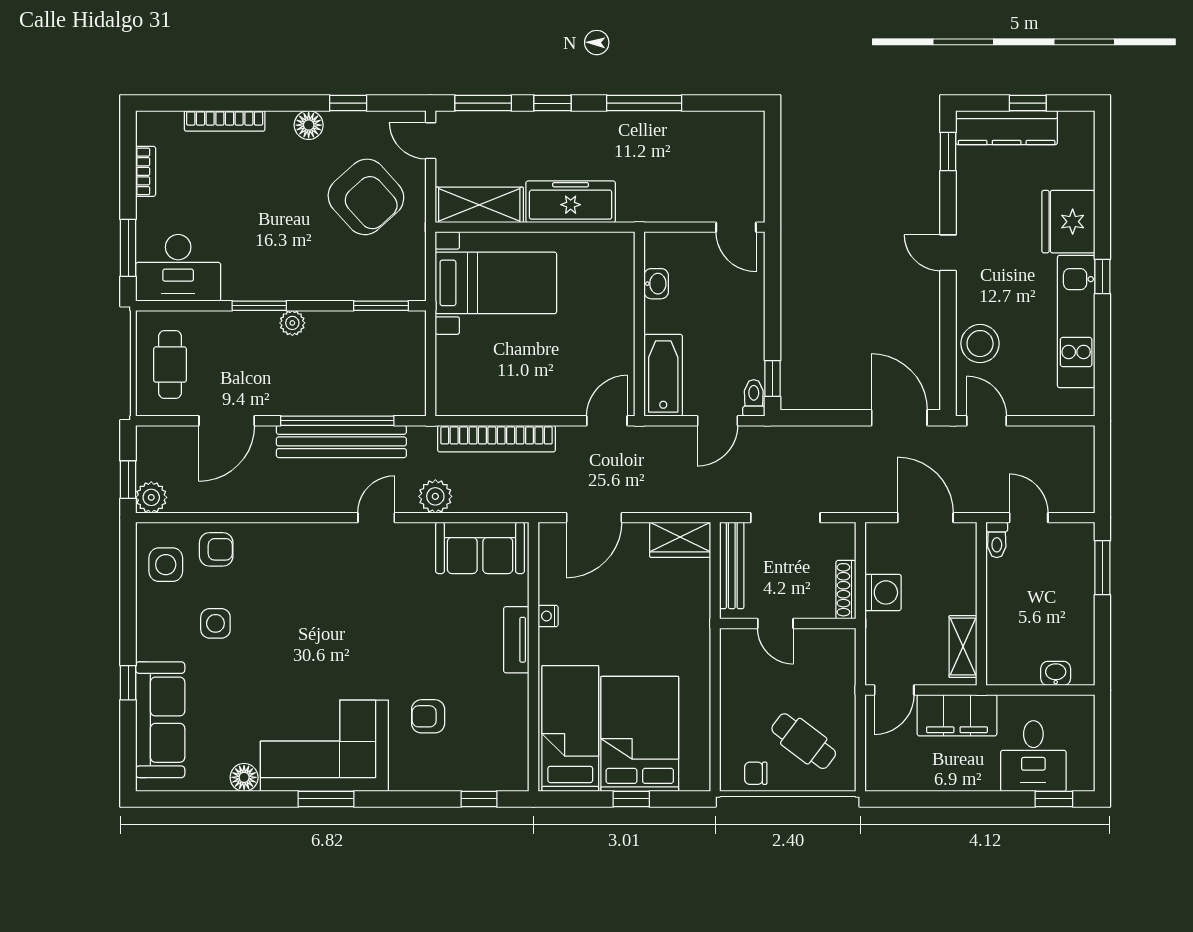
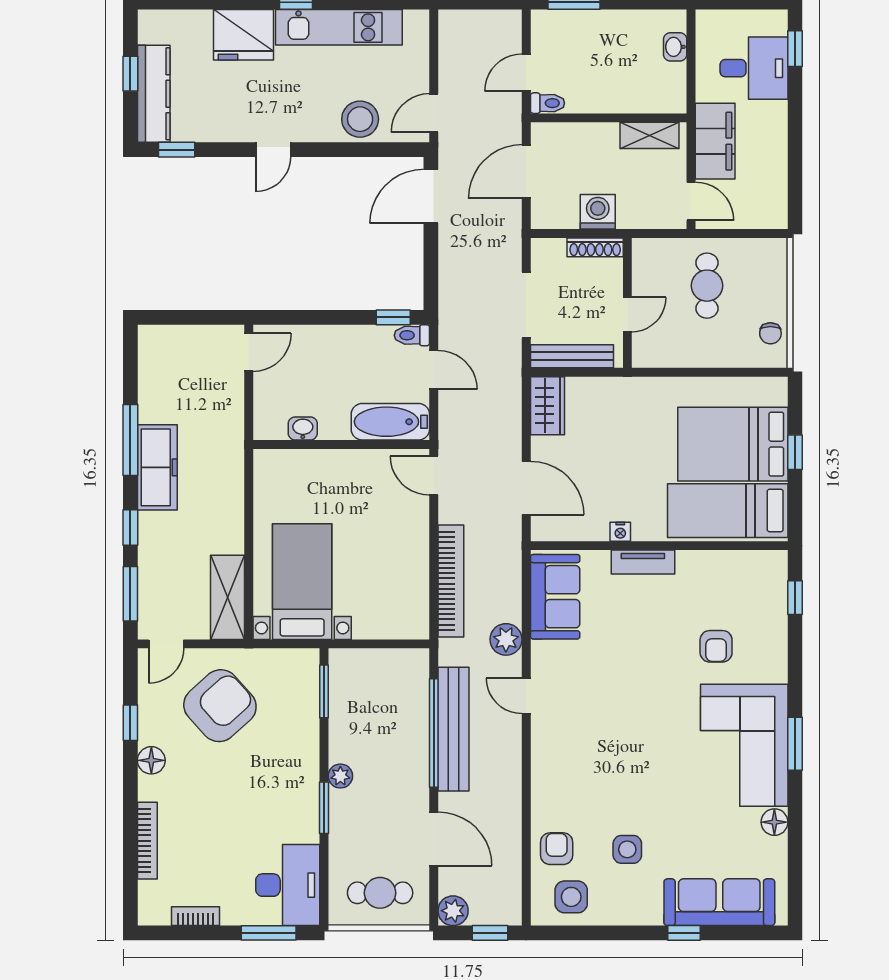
freezer: (571, 202) -> (157, 467), moved, turned 180
plant: (151, 497) -> (453, 911), moved
cafe table: (804, 741) -> (707, 286), moved, turned -37

